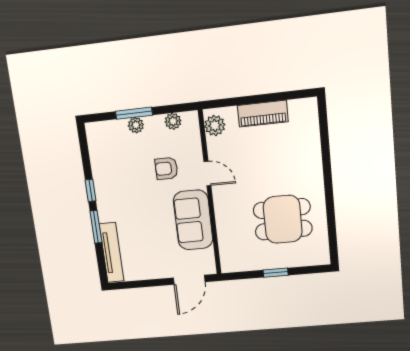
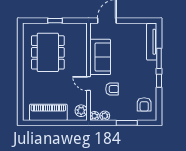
piano: (263, 114) -> (48, 112), width x1.37, depth x1.33
plant: (136, 125) -> (94, 116), moved
armchair: (109, 148) -> (144, 104), added
dining table: (283, 219) -> (48, 52), width x1.37

